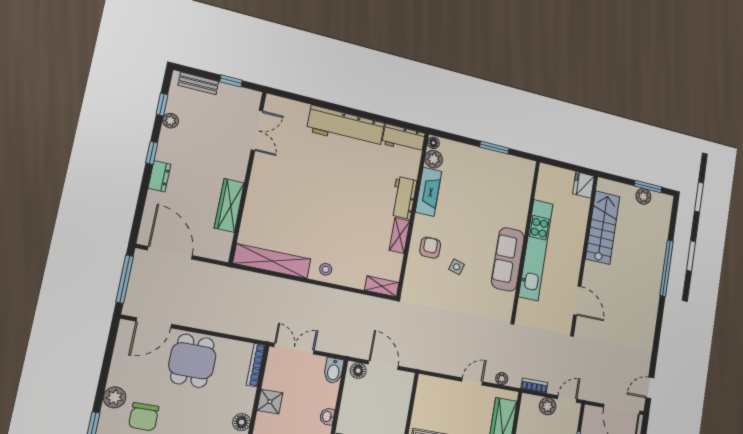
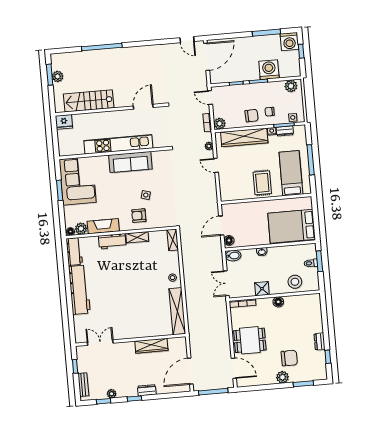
corner sofa: (501, 177) -> (78, 181), added
plant: (548, 406) -> (220, 124), moved

